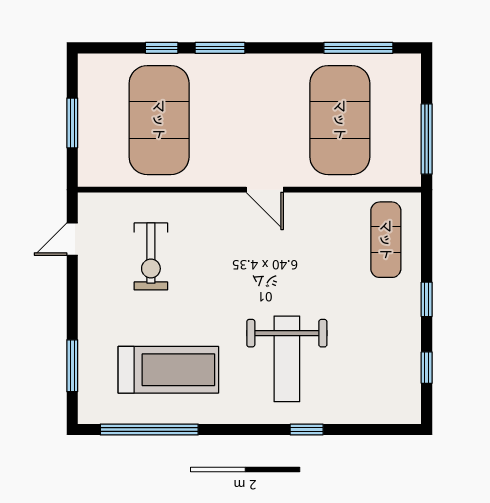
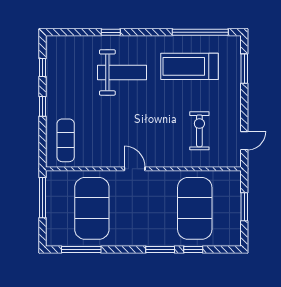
weight bench: (287, 359) -> (122, 72), turned 90

